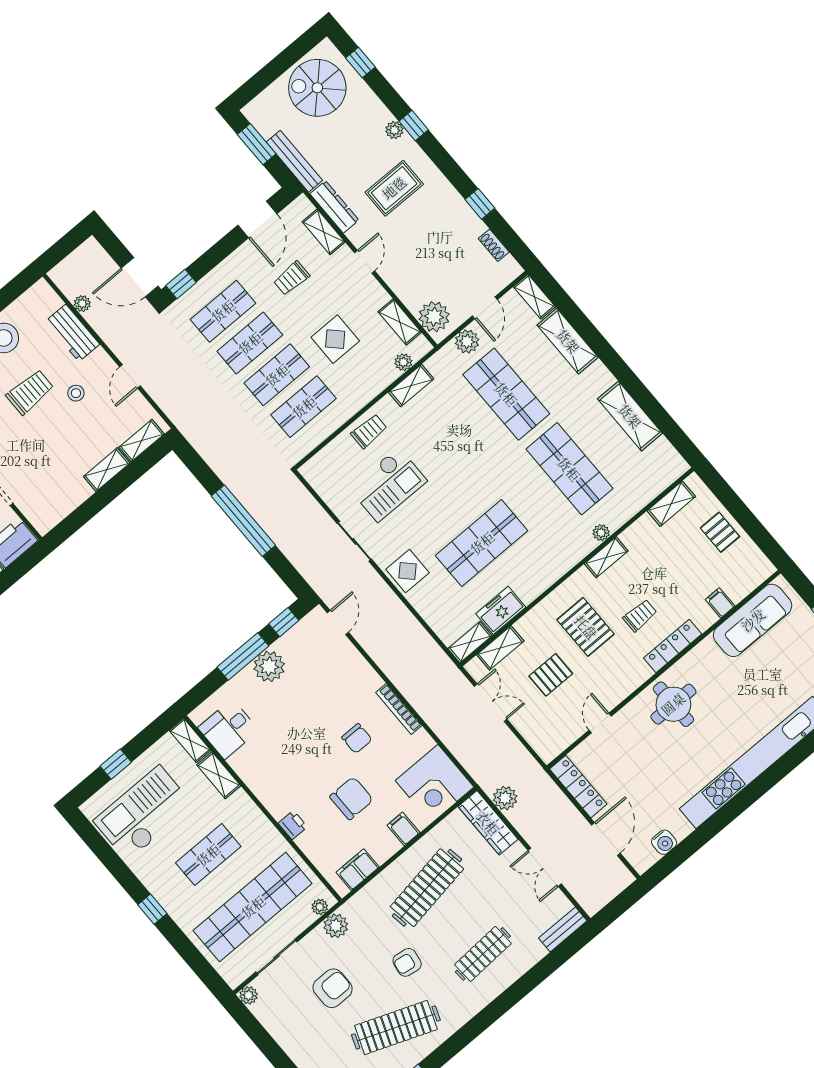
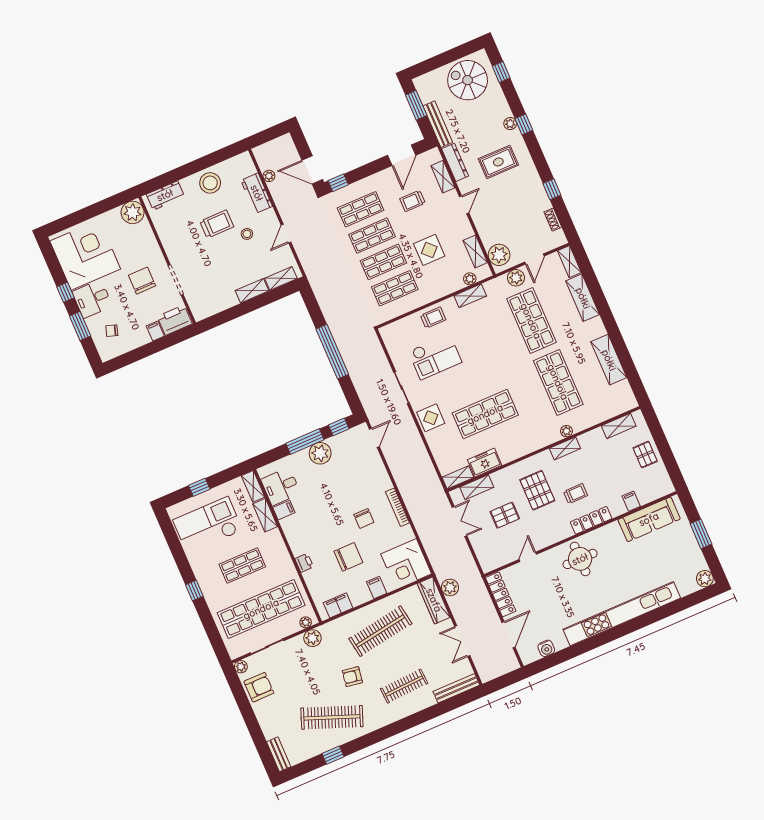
filing cabinet: (242, 760) -> (284, 510), added
bench: (563, 929) -> (456, 688), width x1.36
armchair: (333, 988) -> (259, 687), moved

